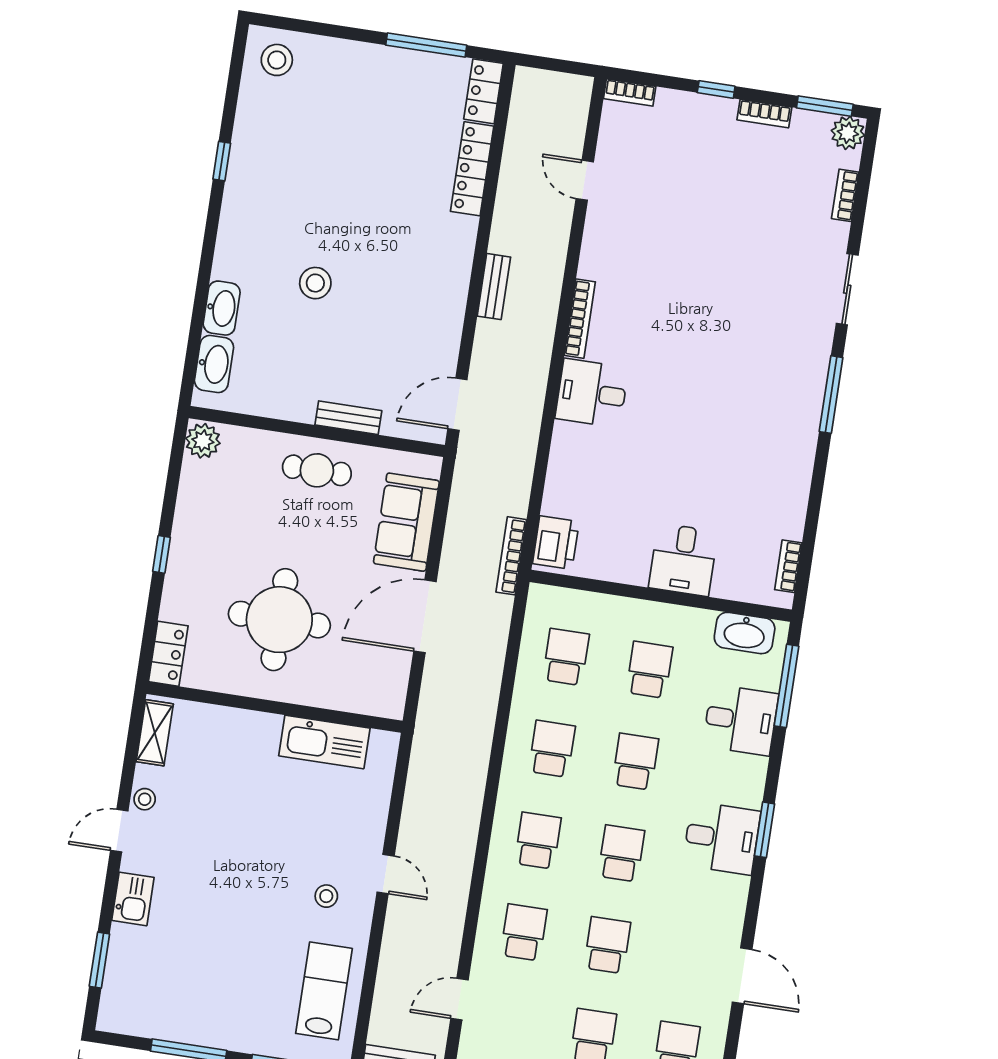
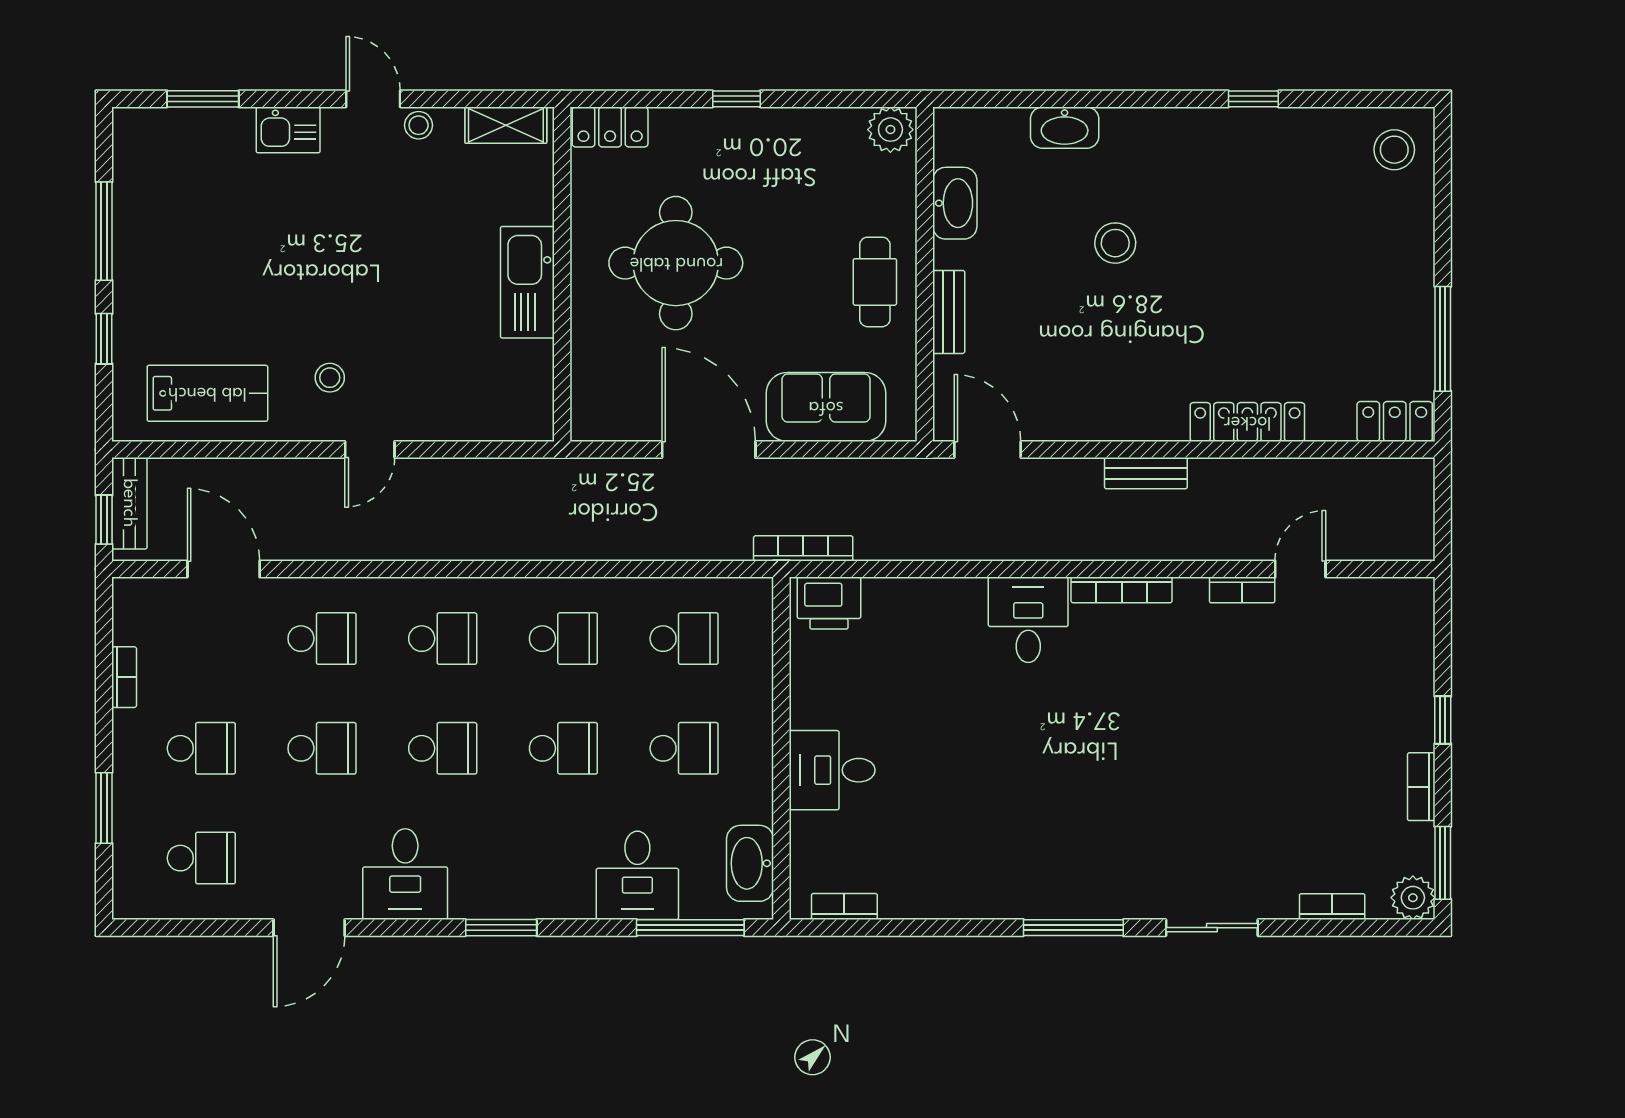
bookcase: (630, 93) -> (1242, 590), moved, turned -90
locker: (472, 169) -> (1247, 422), moved
washbasin: (214, 364) -> (955, 203), moved, turned -90
kitchen sink: (324, 742) -> (527, 282), moved
desk: (722, 838) -> (405, 874), moved
door: (459, 999) -> (224, 569), width x1.38

